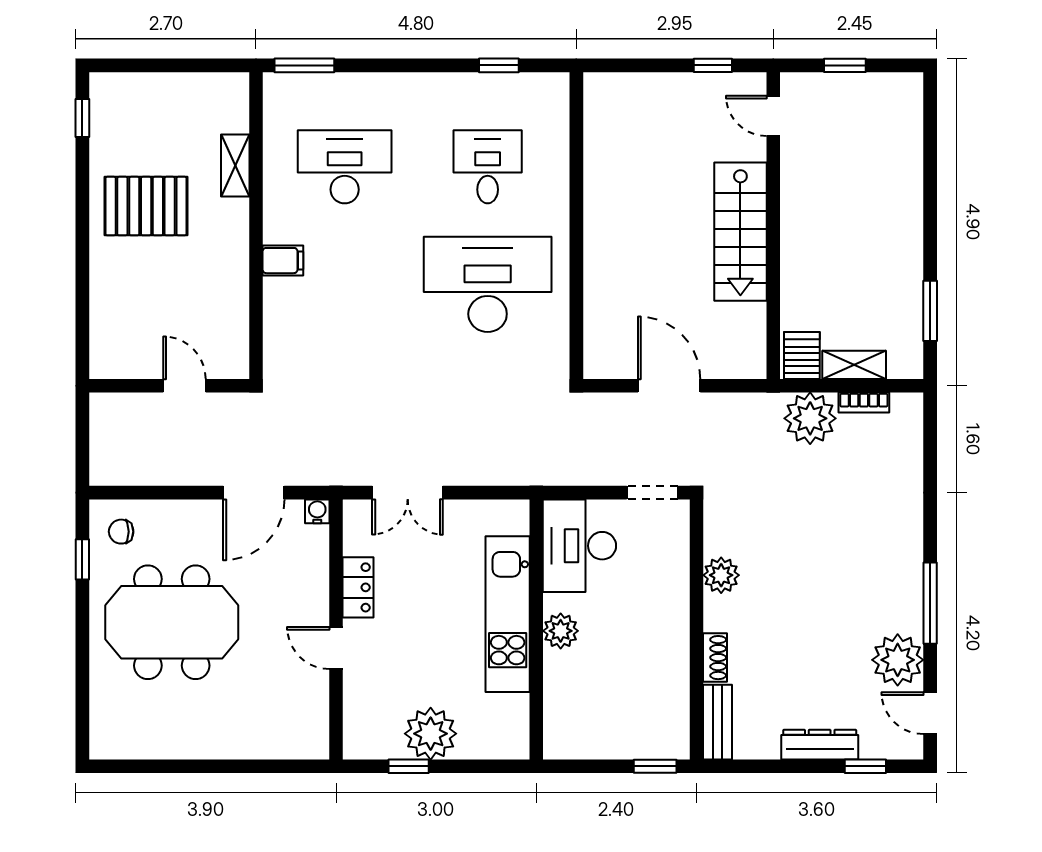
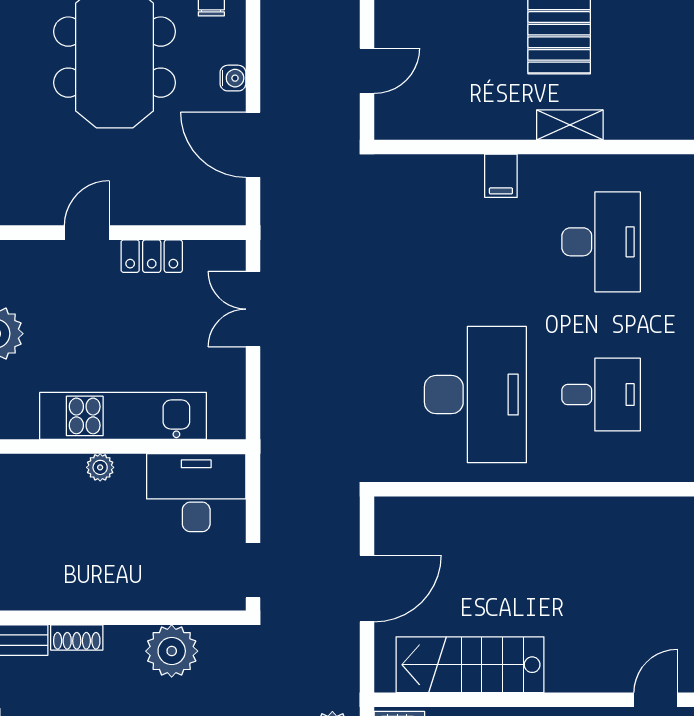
shelving: (235, 165) -> (570, 125), moved
stairs: (740, 232) -> (470, 665), moved
water cooler: (317, 511) -> (233, 78), moved
plant: (721, 575) -> (172, 651), width x1.36, depth x1.36
plant: (561, 631) -> (100, 467), width x0.73, depth x0.73

